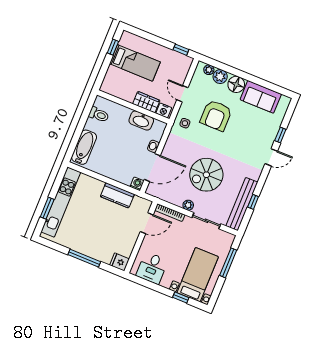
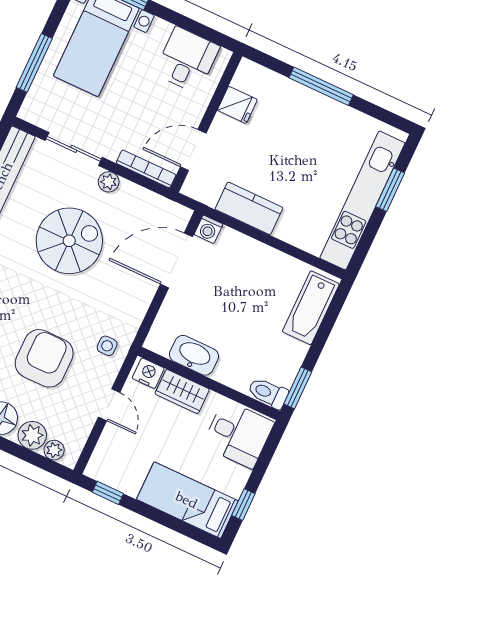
bed: (135, 63) -> (187, 500), moved
desk: (117, 82) -> (238, 434), added
window: (89, 107) -> (298, 388), added
toilet: (99, 115) -> (268, 393), moved
washbasin: (153, 146) -> (172, 303), removed
fridge: (120, 262) -> (237, 105), moved

